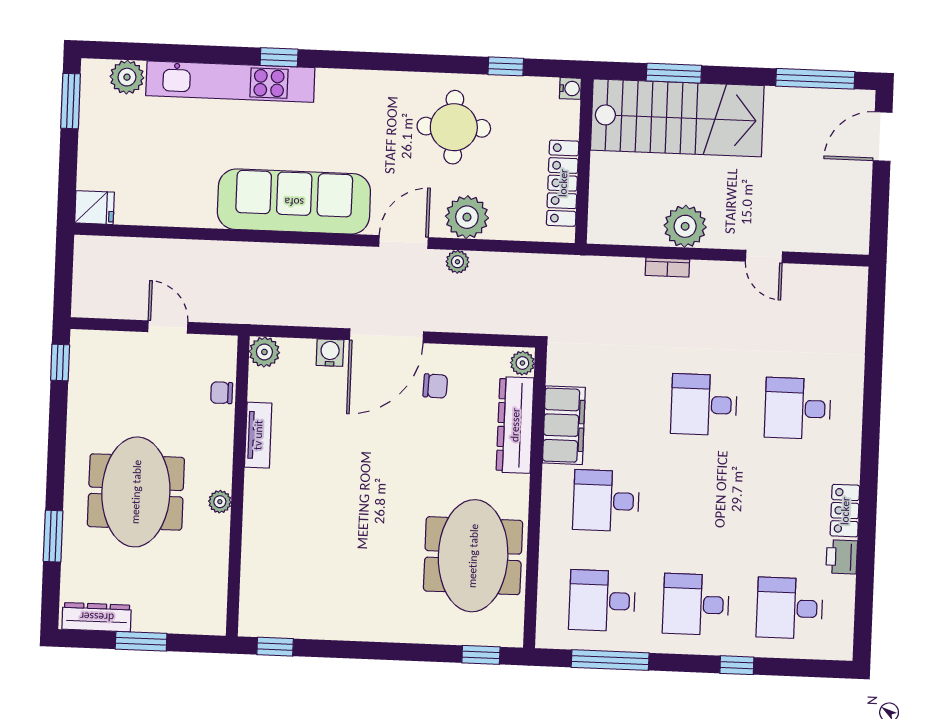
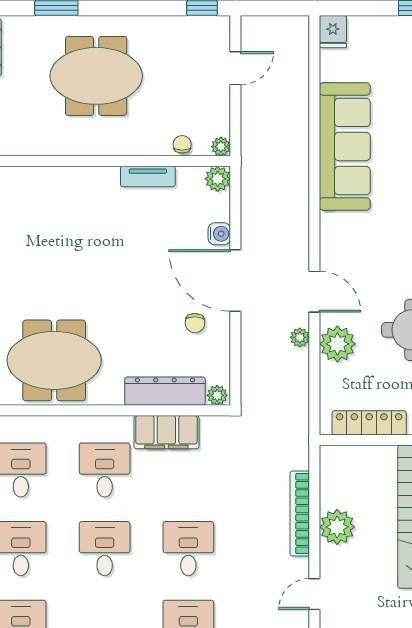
sofa: (294, 202) -> (345, 146), moved
bookcase: (667, 267) -> (300, 513), width x2.31, depth x1.31
door: (168, 327) -> (235, 68), moved
plant: (220, 502) -> (221, 147), moved
desk: (700, 505) -> (105, 549), added

